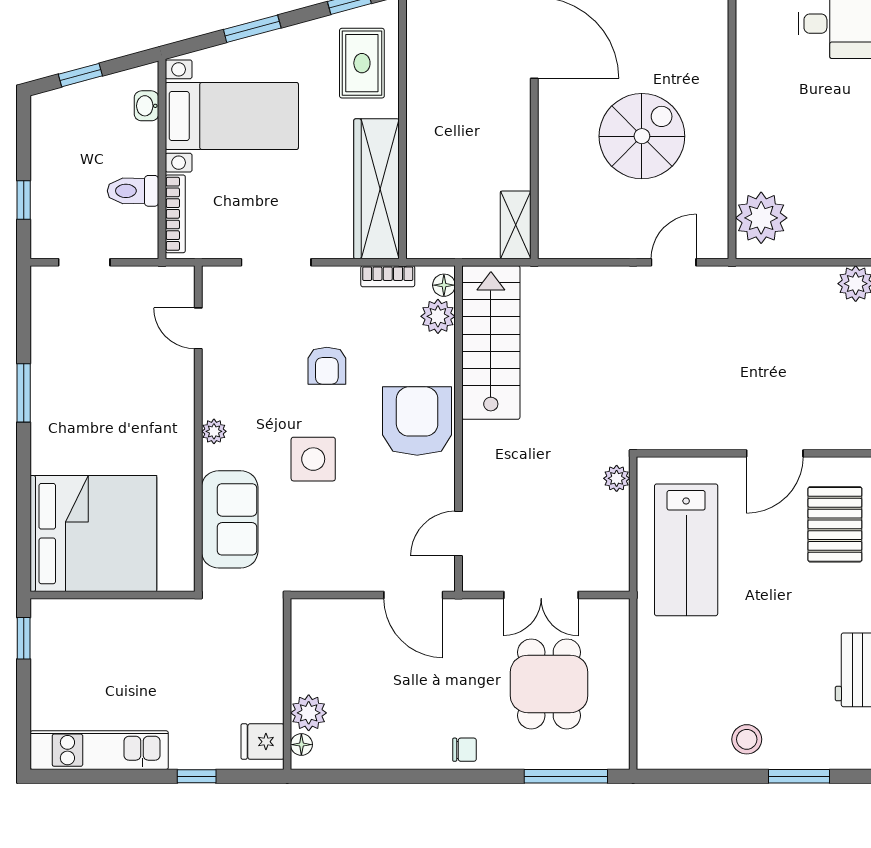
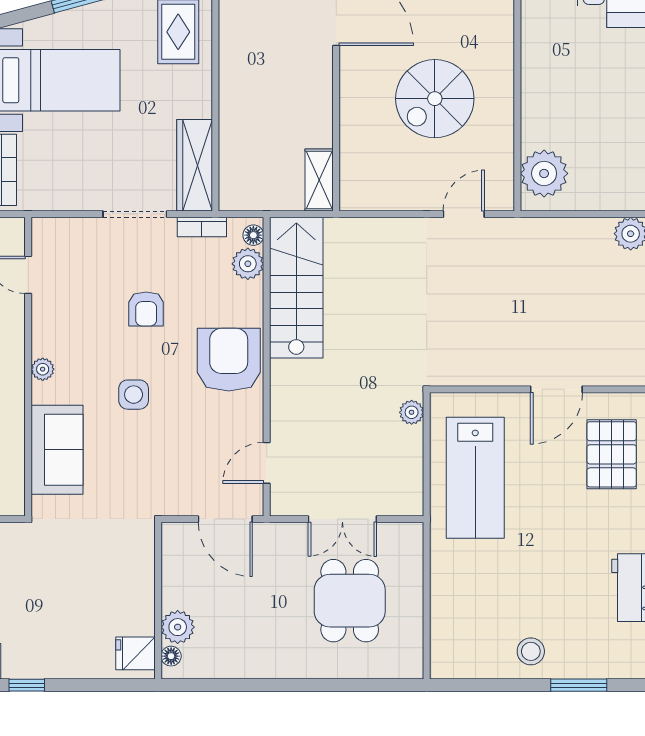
spiral stairs: (642, 136) -> (435, 99), turned 180
wardrobe: (376, 189) -> (195, 165), width x0.71, depth x0.85
doorway: (276, 262) -> (135, 214), moved
side table: (313, 459) -> (134, 395), width x0.73, depth x0.73
wall: (287, 684) -> (158, 601), moved
plant: (309, 713) -> (178, 627), moved
fridge: (263, 742) -> (135, 653), moved
floor lamp: (301, 745) -> (171, 656), moved
chair: (464, 750) -> (272, 661), removed
window: (566, 776) -> (365, 685), removed

